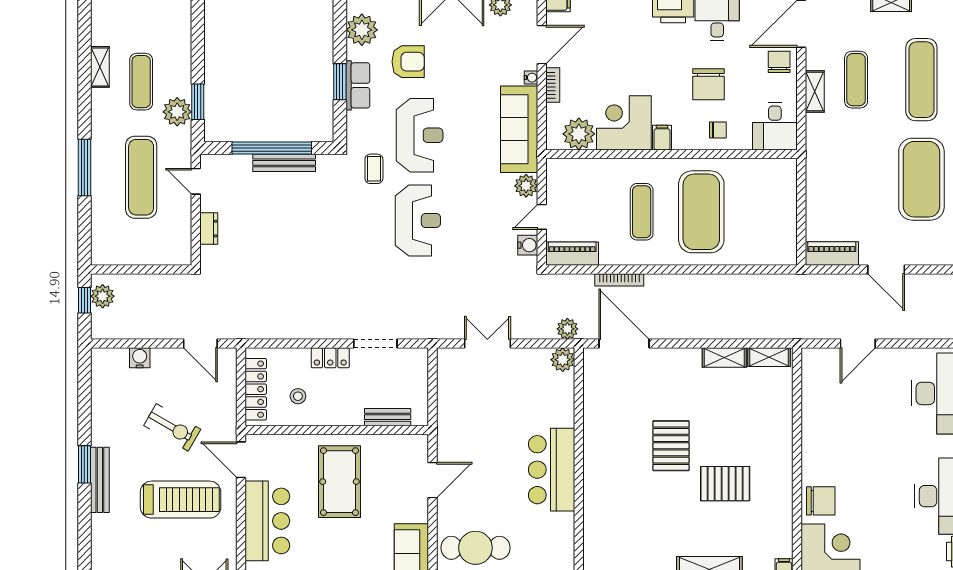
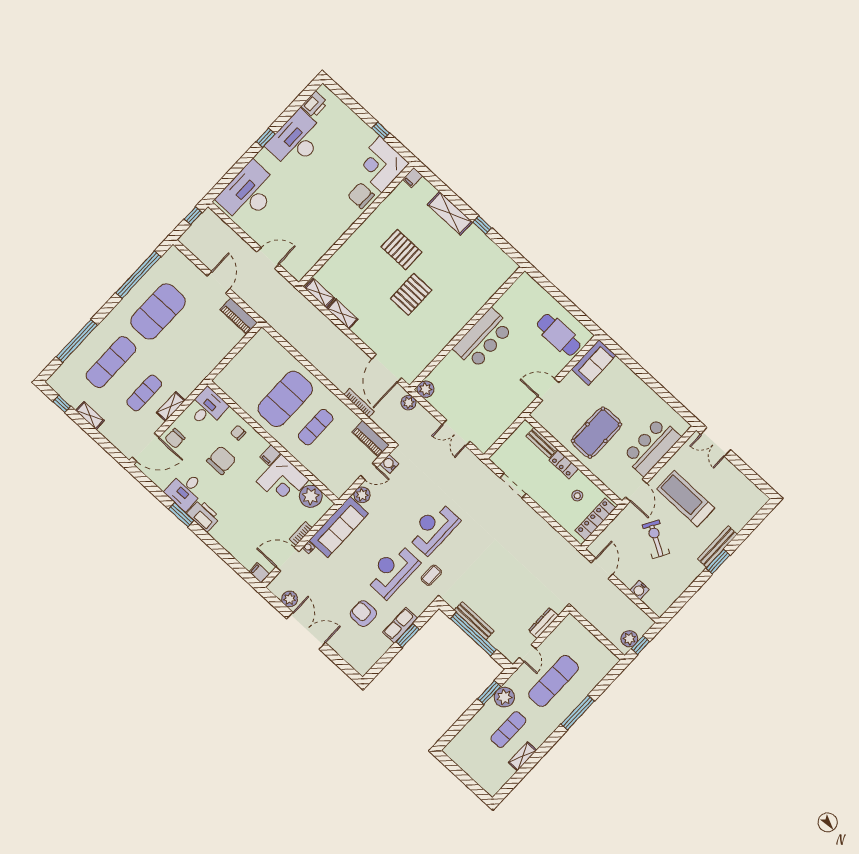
plant: (362, 30) -> (372, 652), removed
dresser: (209, 229) -> (543, 623), width x1.44
locker: (330, 358) -> (564, 464), moved, turned 180

